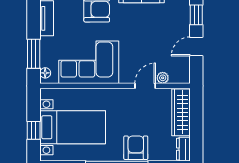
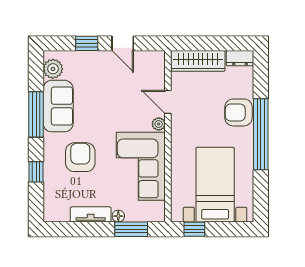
floor lamp: (45, 73) -> (118, 216), moved
plant: (163, 78) -> (159, 124), moved
window: (34, 130) -> (194, 229), moved

